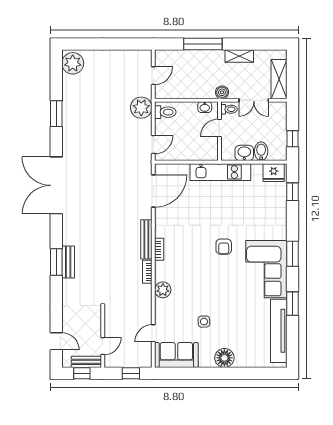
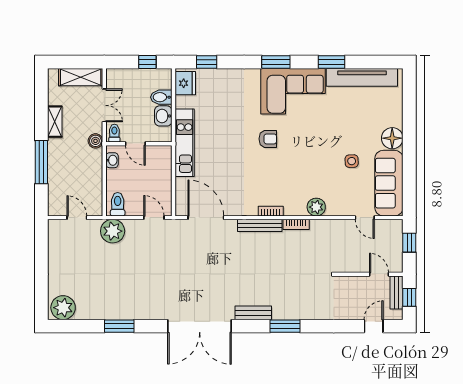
bench: (68, 262) -> (253, 313), moved
sofa: (176, 355) -> (389, 183), width x1.36

